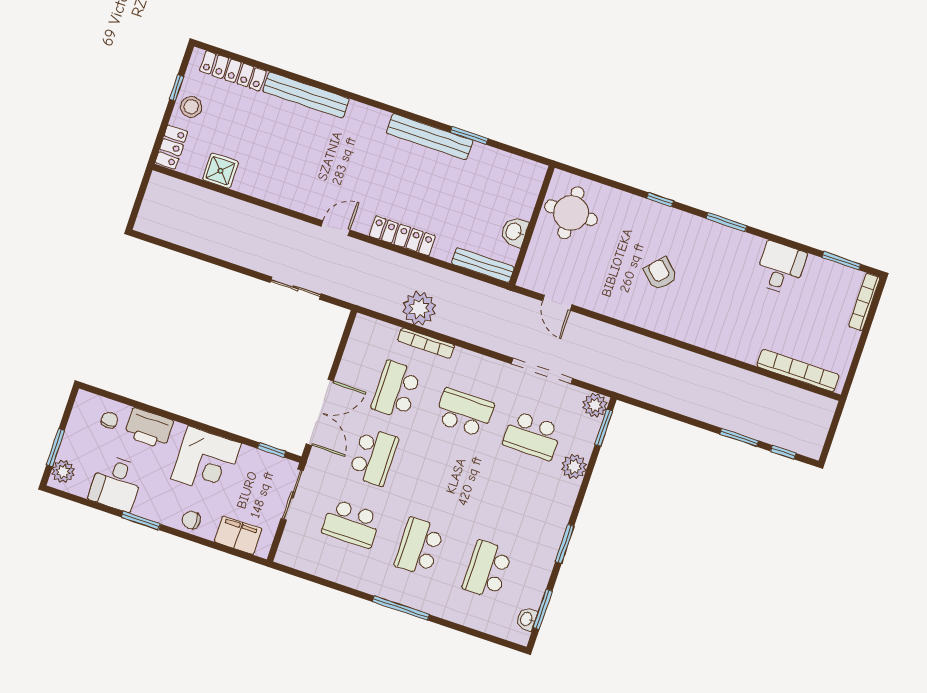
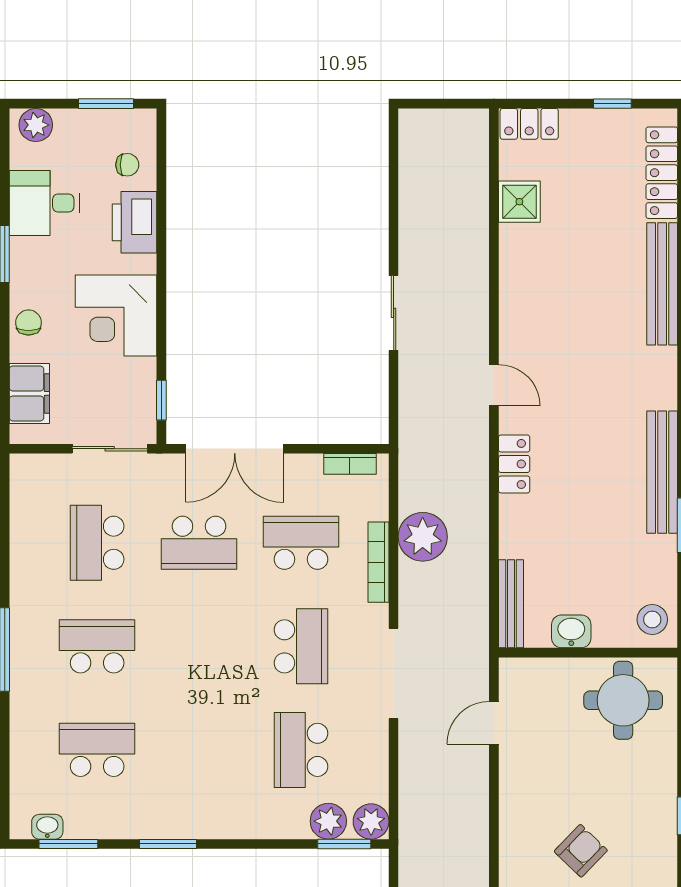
stool: (191, 107) -> (652, 620), moved
locker: (402, 236) -> (514, 464), width x0.66
sliding door: (296, 288) -> (394, 313), moved
bookcase: (355, 340) -> (350, 464), added
doorway: (542, 371) -> (394, 673), moved
window: (56, 448) -> (106, 104), moved
plant: (574, 467) -> (328, 821), moved

